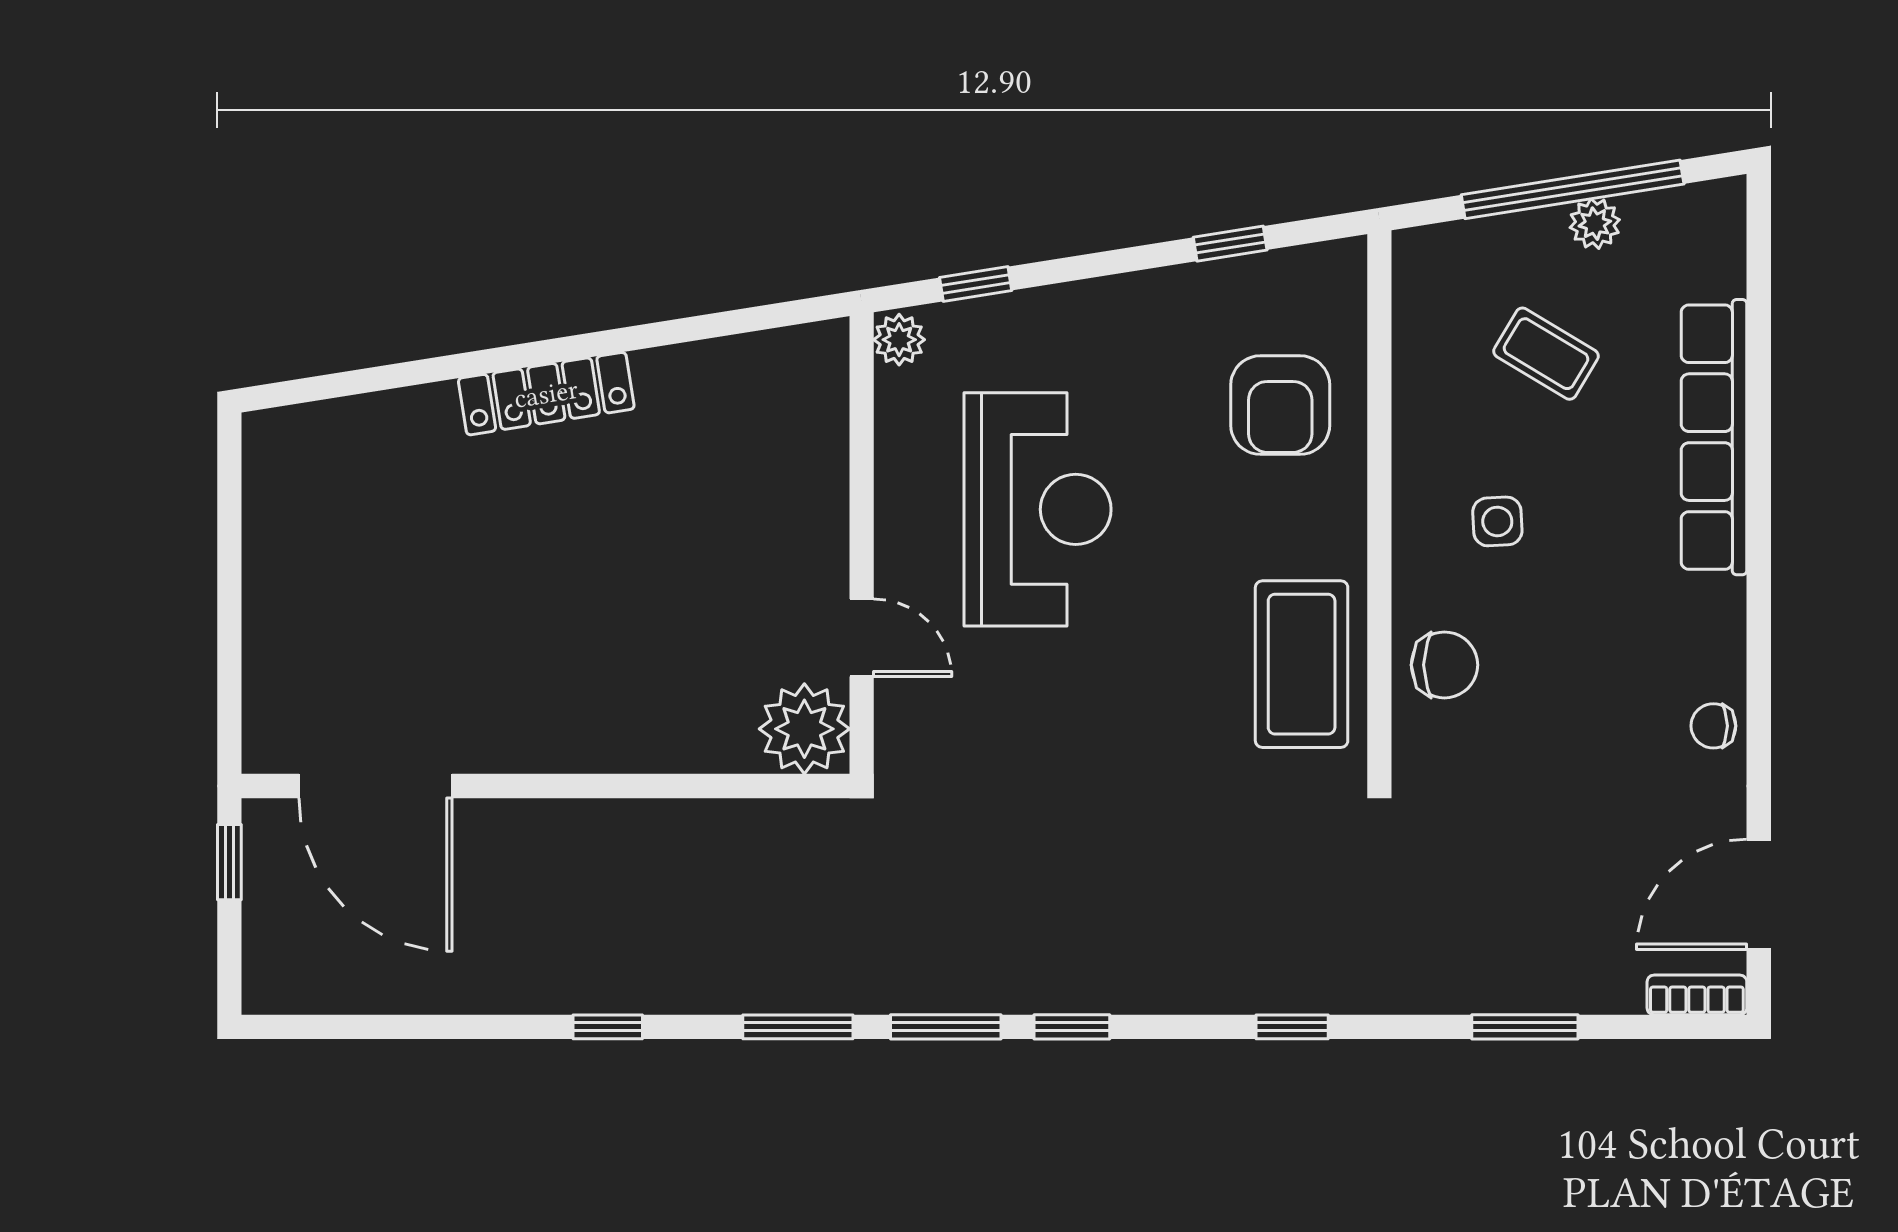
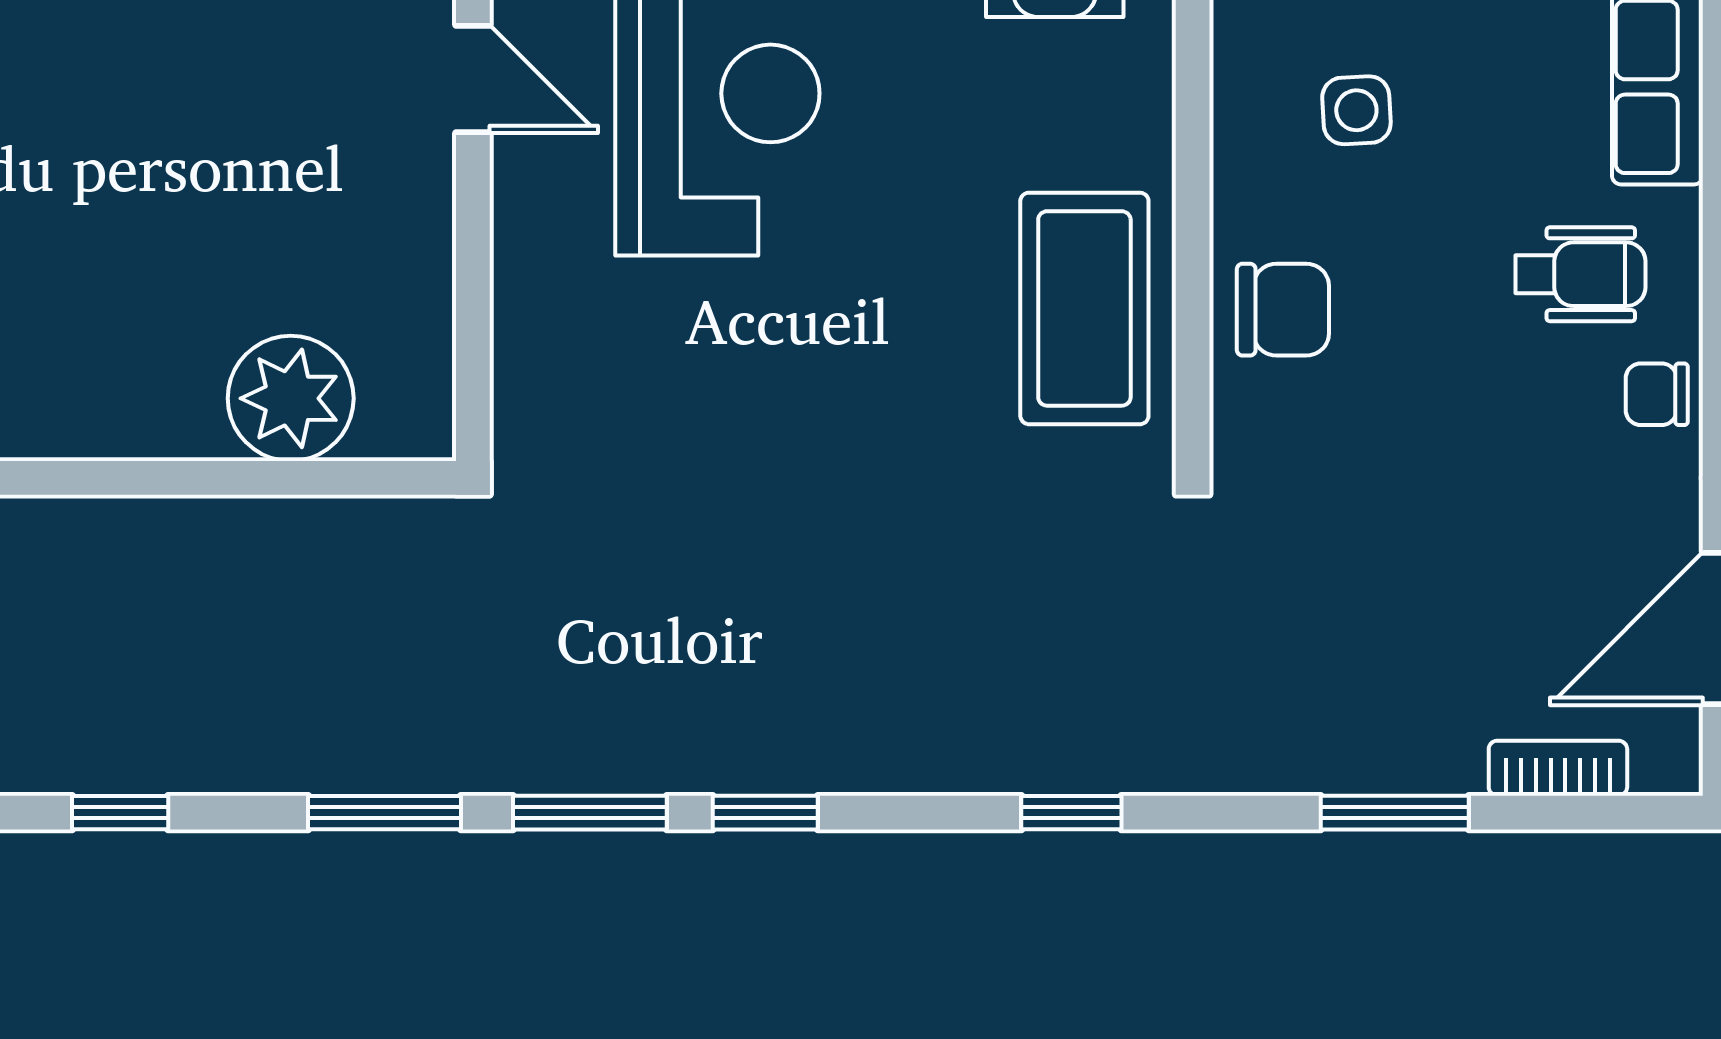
door: (862, 638) -> (473, 79), moved
wheelchair: (1658, 639) -> (1580, 274), added
plant: (804, 729) -> (291, 398), moved
bookcase: (1697, 995) -> (1558, 768), moved

